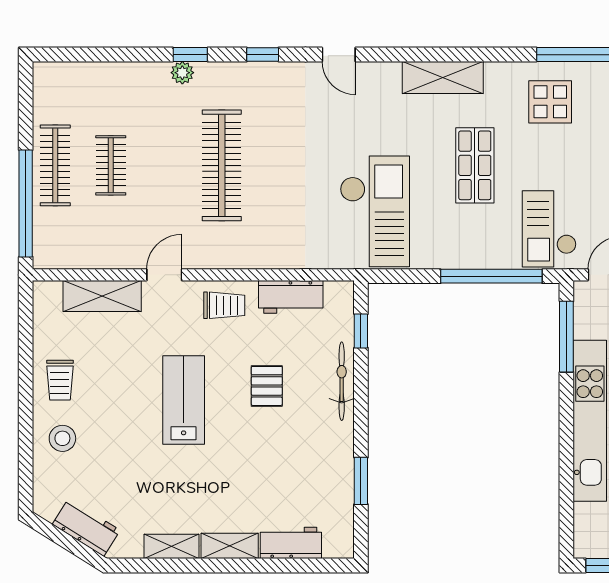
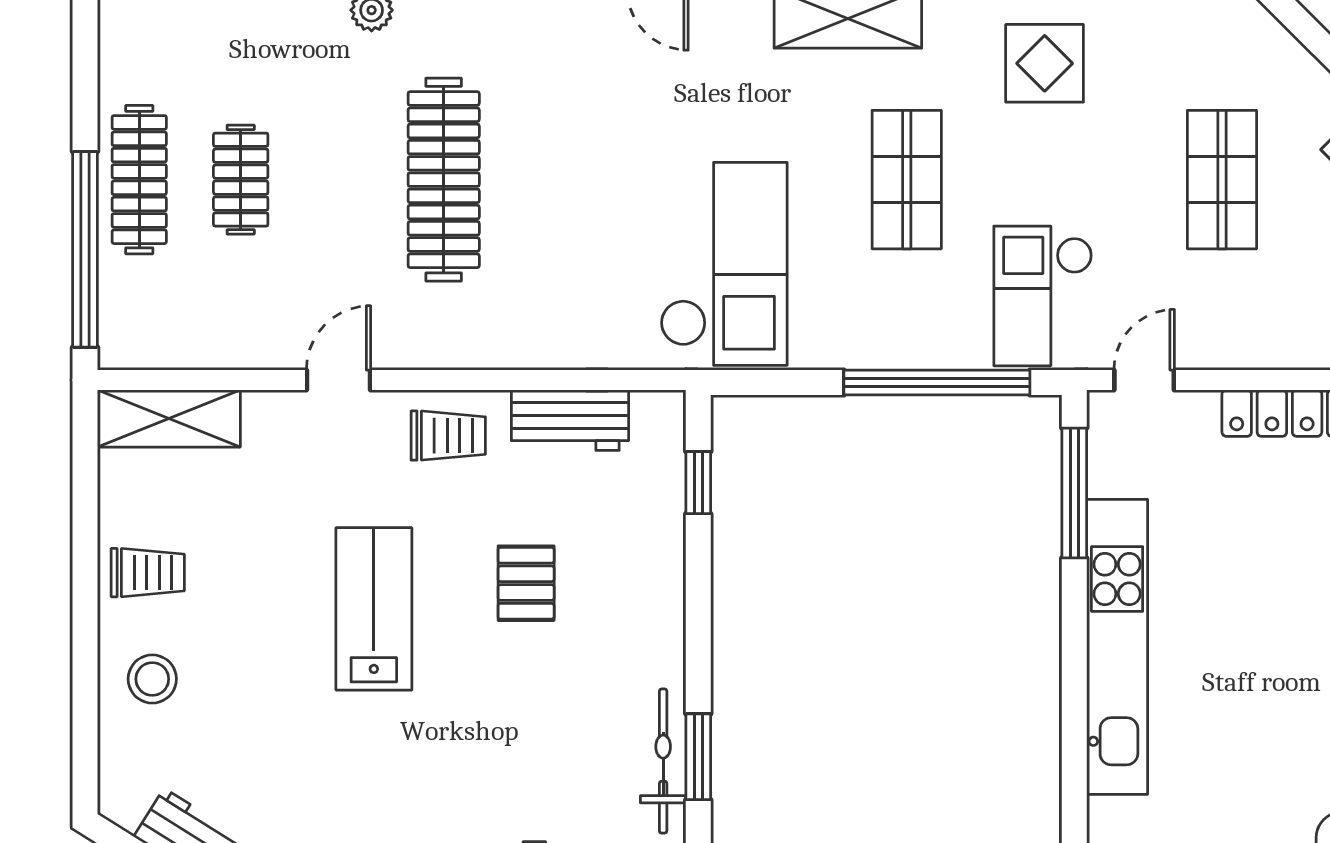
shelving: (102, 296) -> (169, 418), moved
trolley: (60, 380) -> (148, 573), turned -90
bicycle: (342, 381) -> (663, 761), moved

